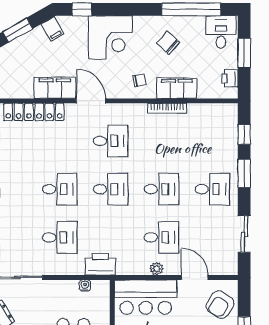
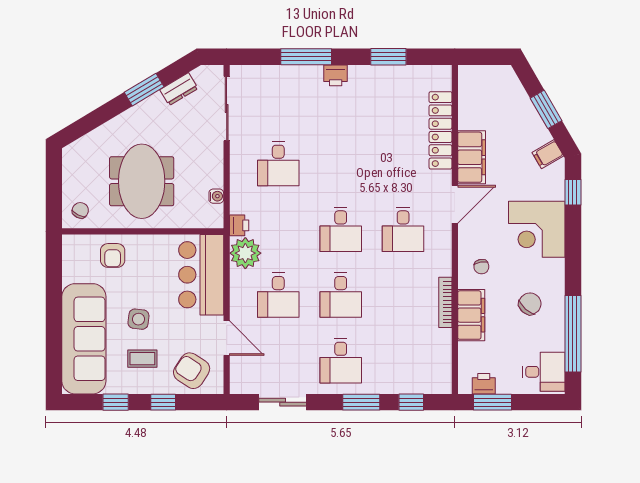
window: (244, 53) -> (492, 402), moved
desk: (60, 189) -> (341, 164), removed
printer: (100, 264) -> (239, 225), width x0.53, depth x0.68
plant: (157, 269) -> (245, 253), moved, width x1.88, depth x1.88
door: (195, 277) -> (227, 338), hinge flipped

